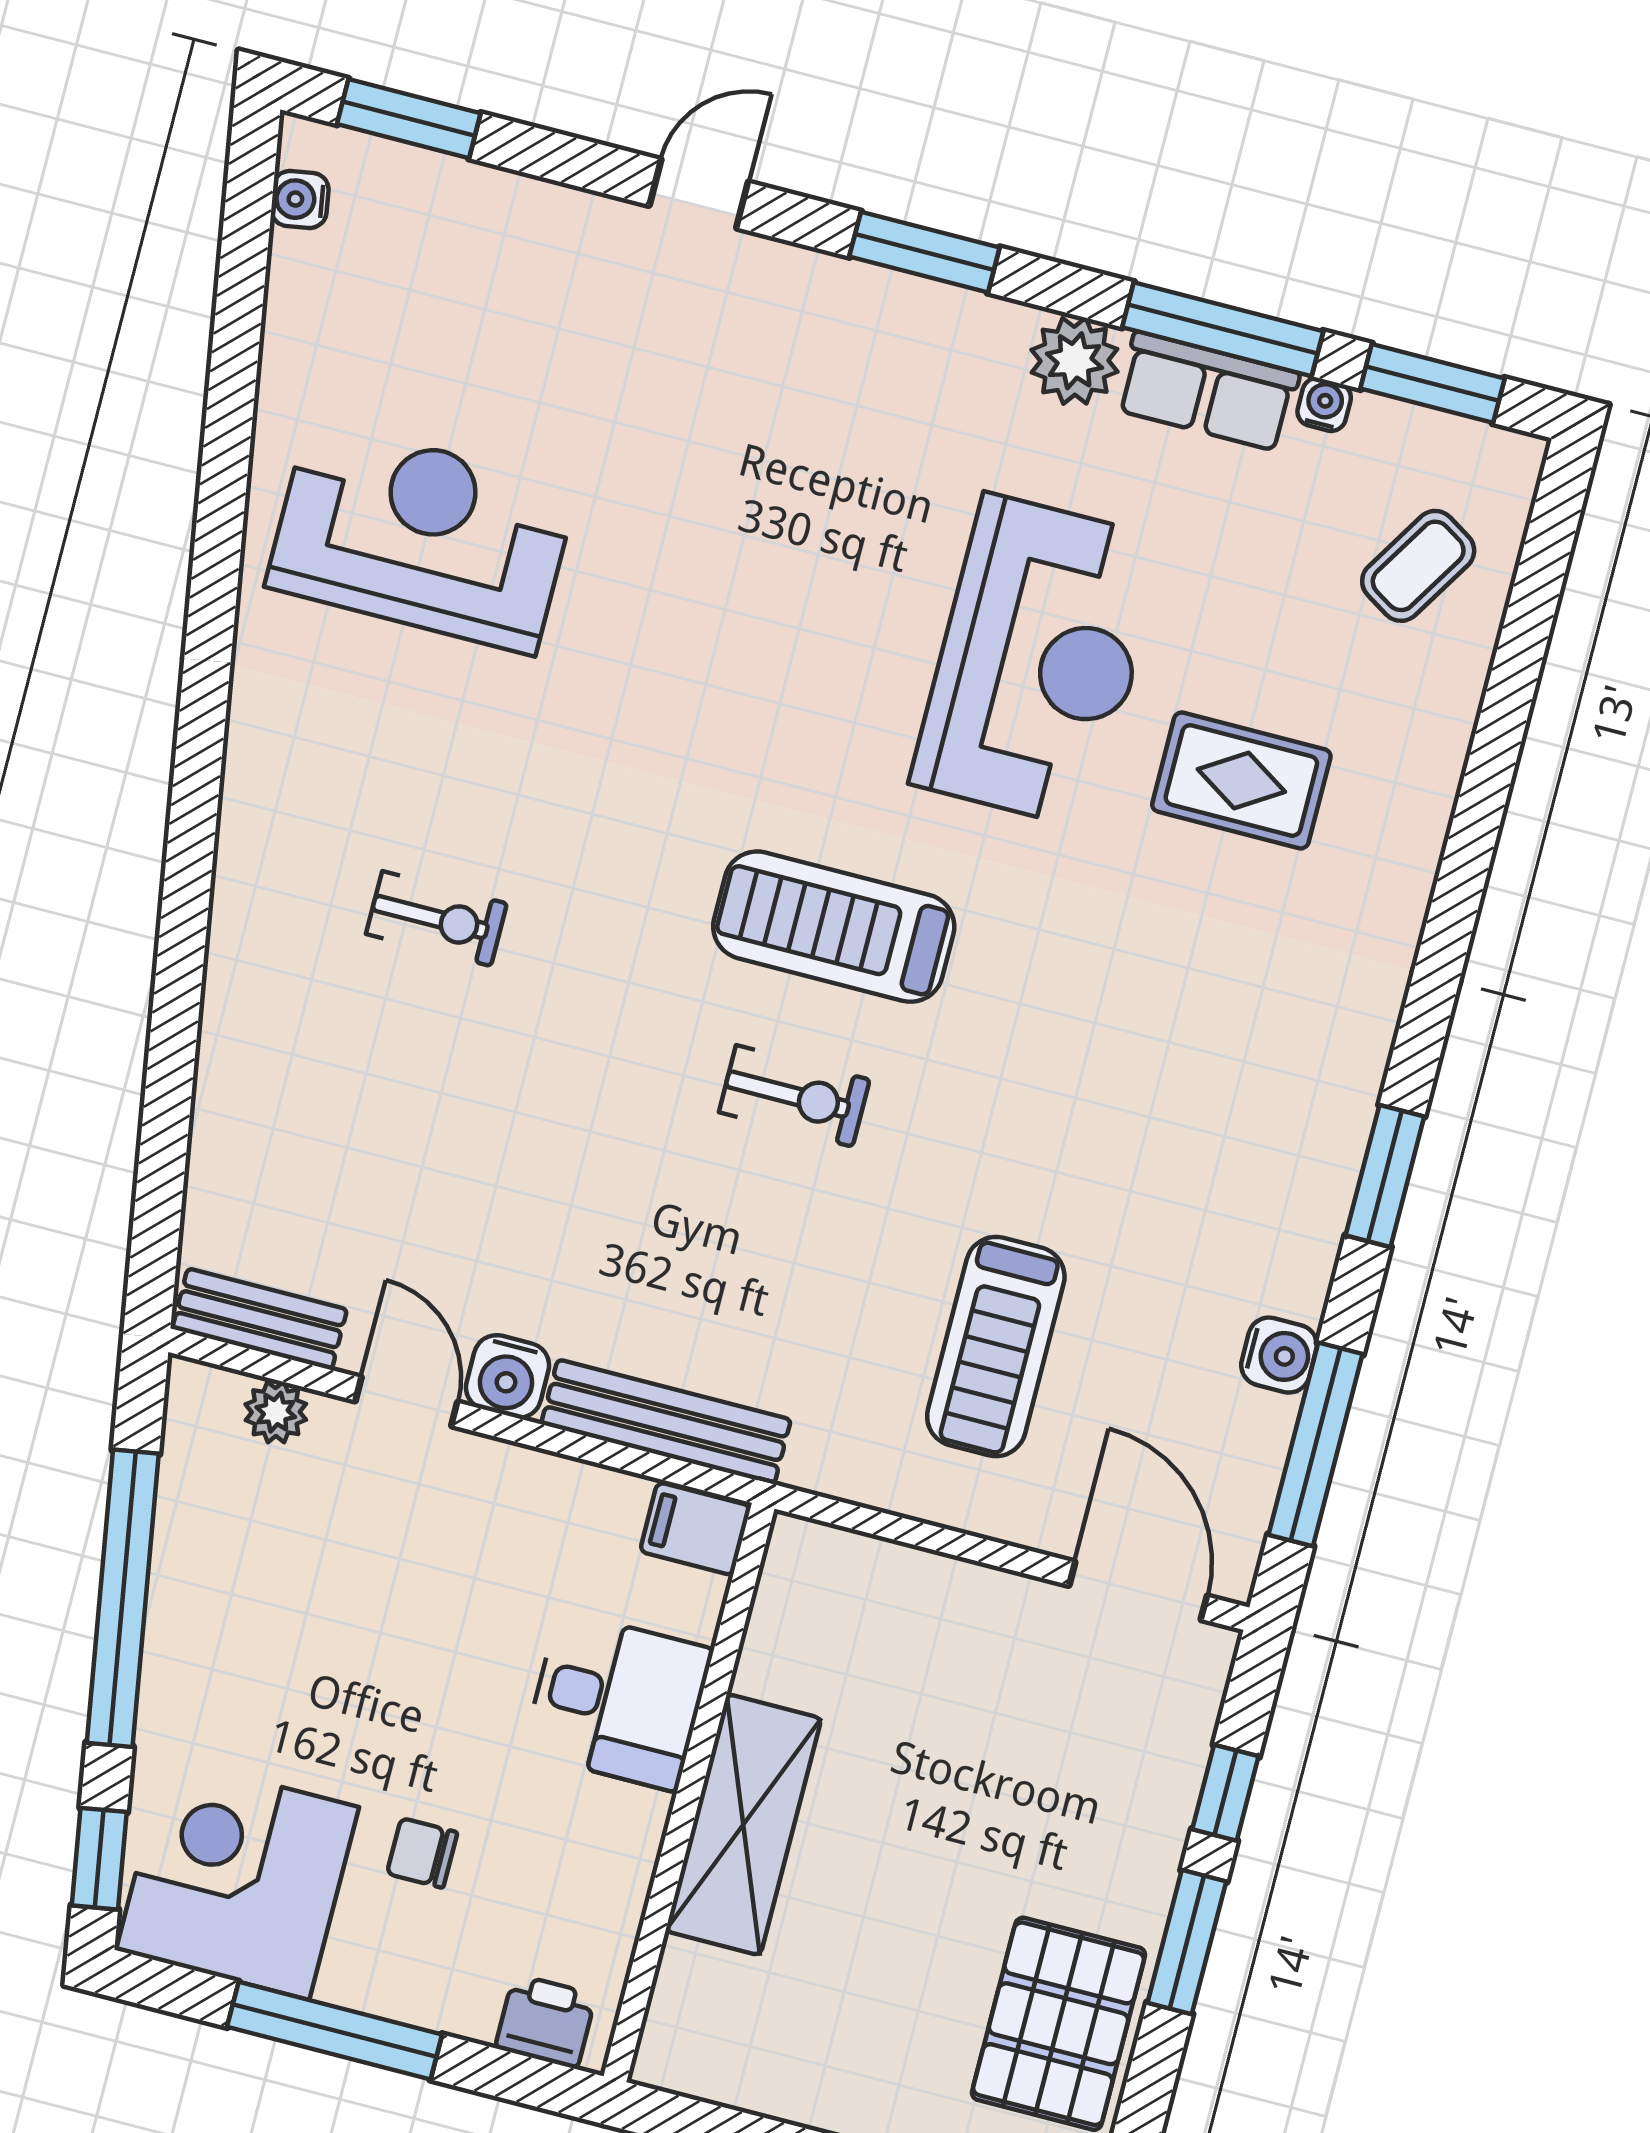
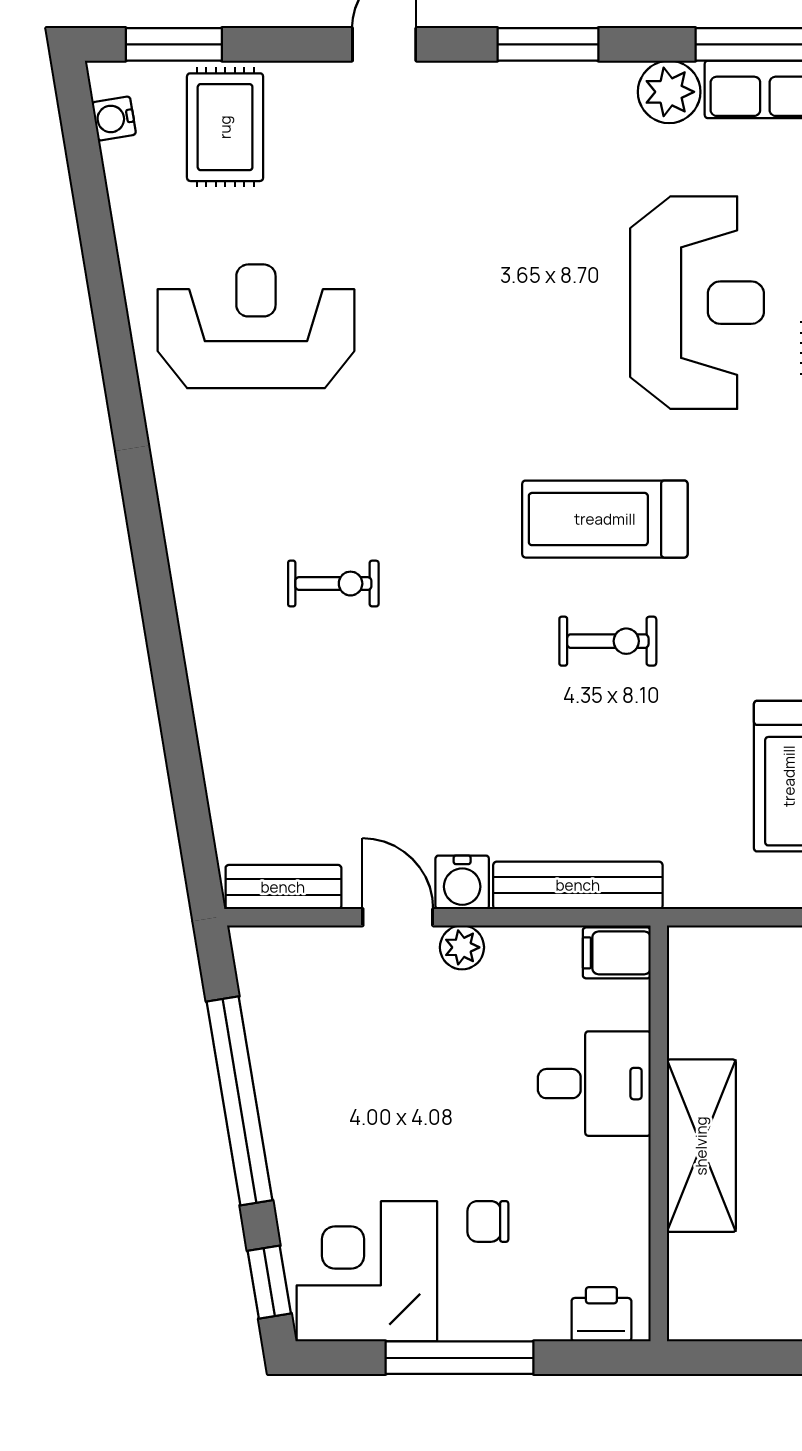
rug: (450, 251) -> (225, 127), added
plant: (276, 1412) -> (462, 947), moved

